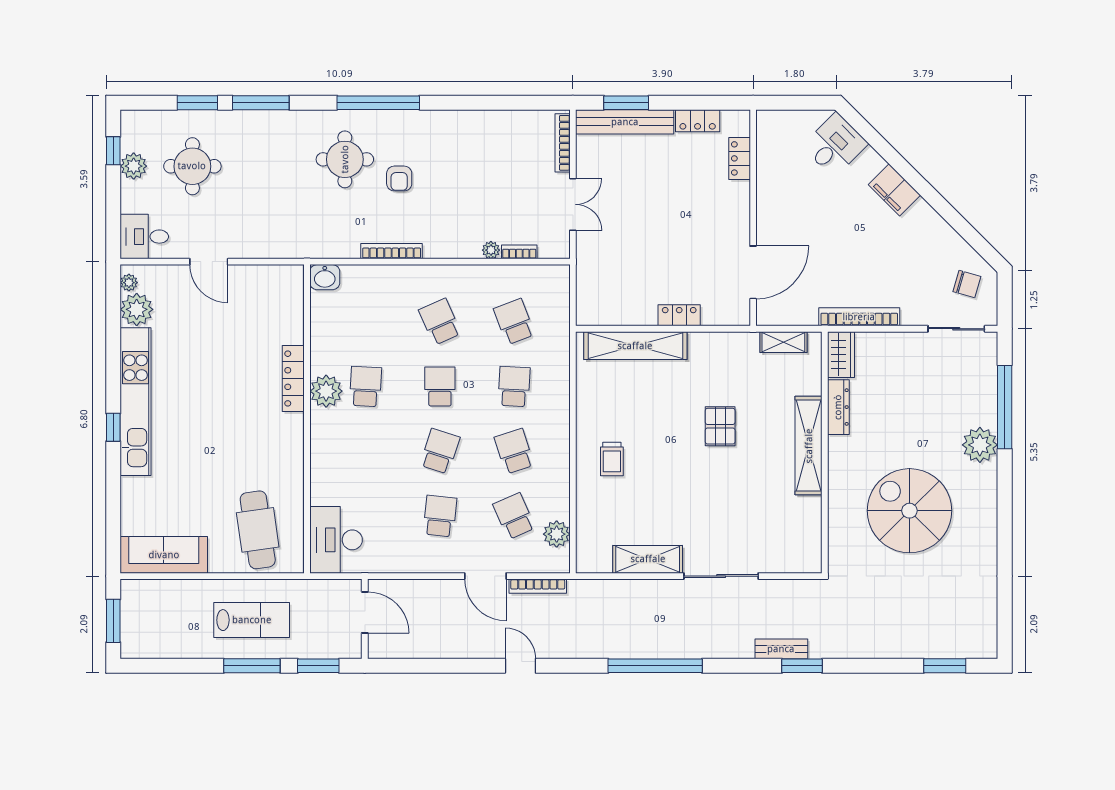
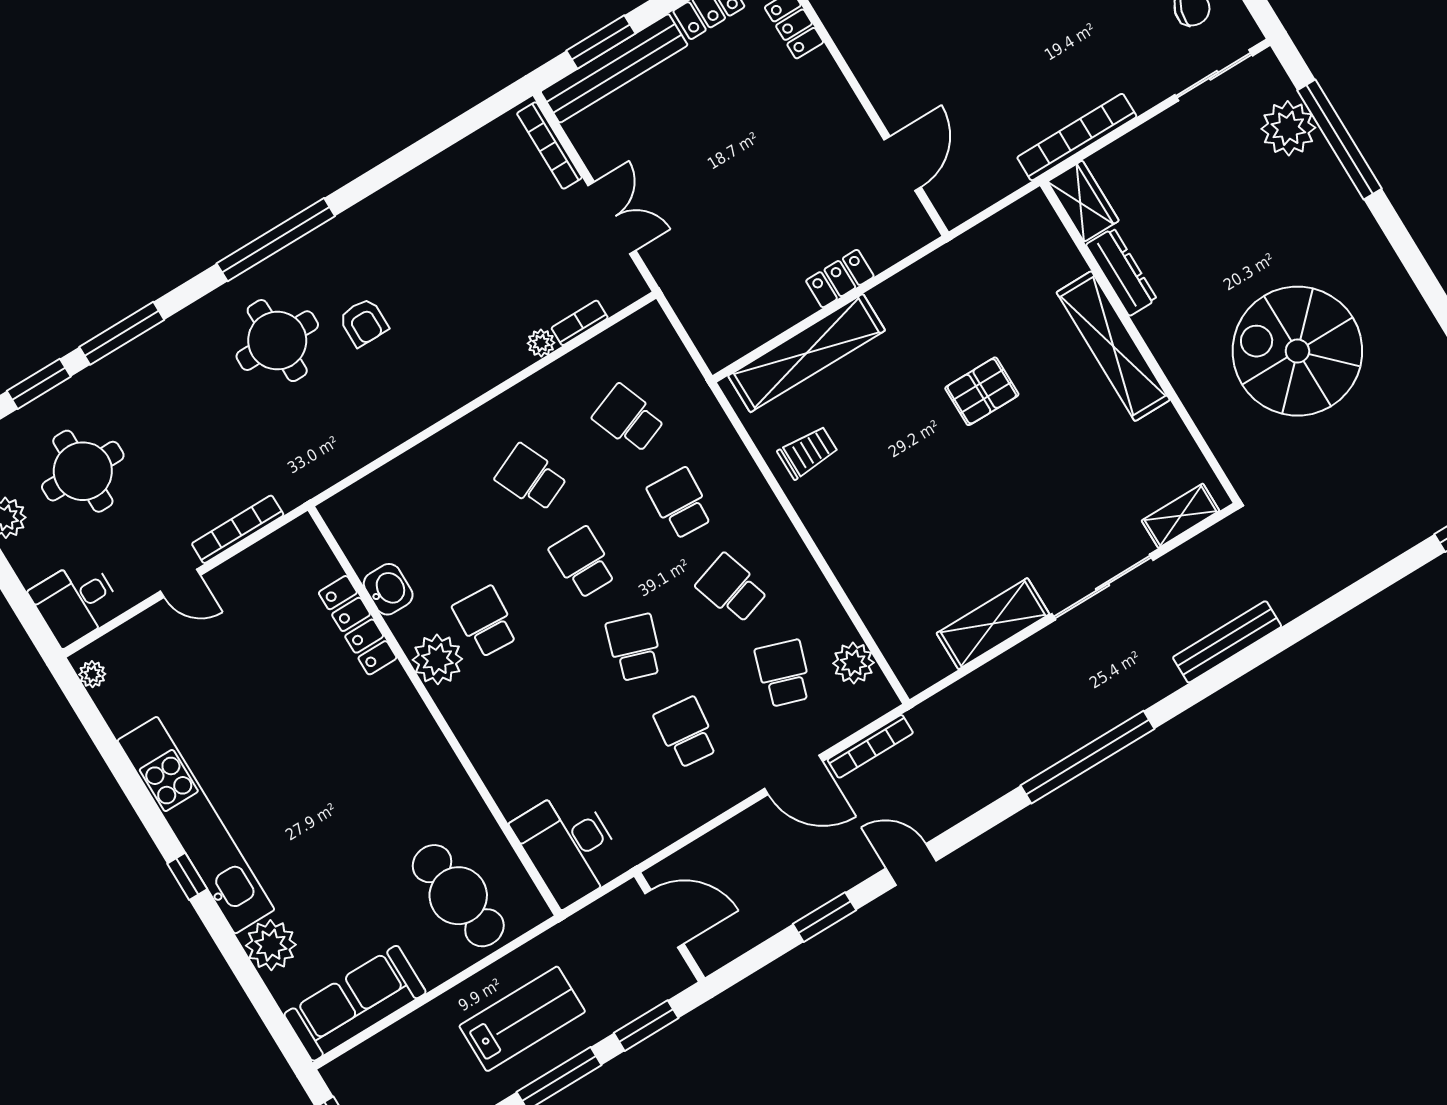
bookcase: (392, 251) -> (238, 529), moved
door: (209, 262) -> (180, 583), width x0.73
door: (753, 272) -> (903, 163), width x0.73
washbasin: (325, 277) -> (388, 589), moved, turned -90
plant: (137, 309) -> (271, 945), moved
shelving: (783, 342) -> (1181, 516), moved
locker: (293, 379) -> (358, 625), moved
pallet: (720, 426) -> (982, 391), turned 90
plant: (980, 445) -> (1288, 128), moved
trolley: (612, 459) -> (808, 452), moved, turned -90
school desk: (514, 516) -> (783, 673), turned 42
bench: (781, 649) -> (1227, 642), width x1.36
window: (802, 666) -> (824, 917), moved

